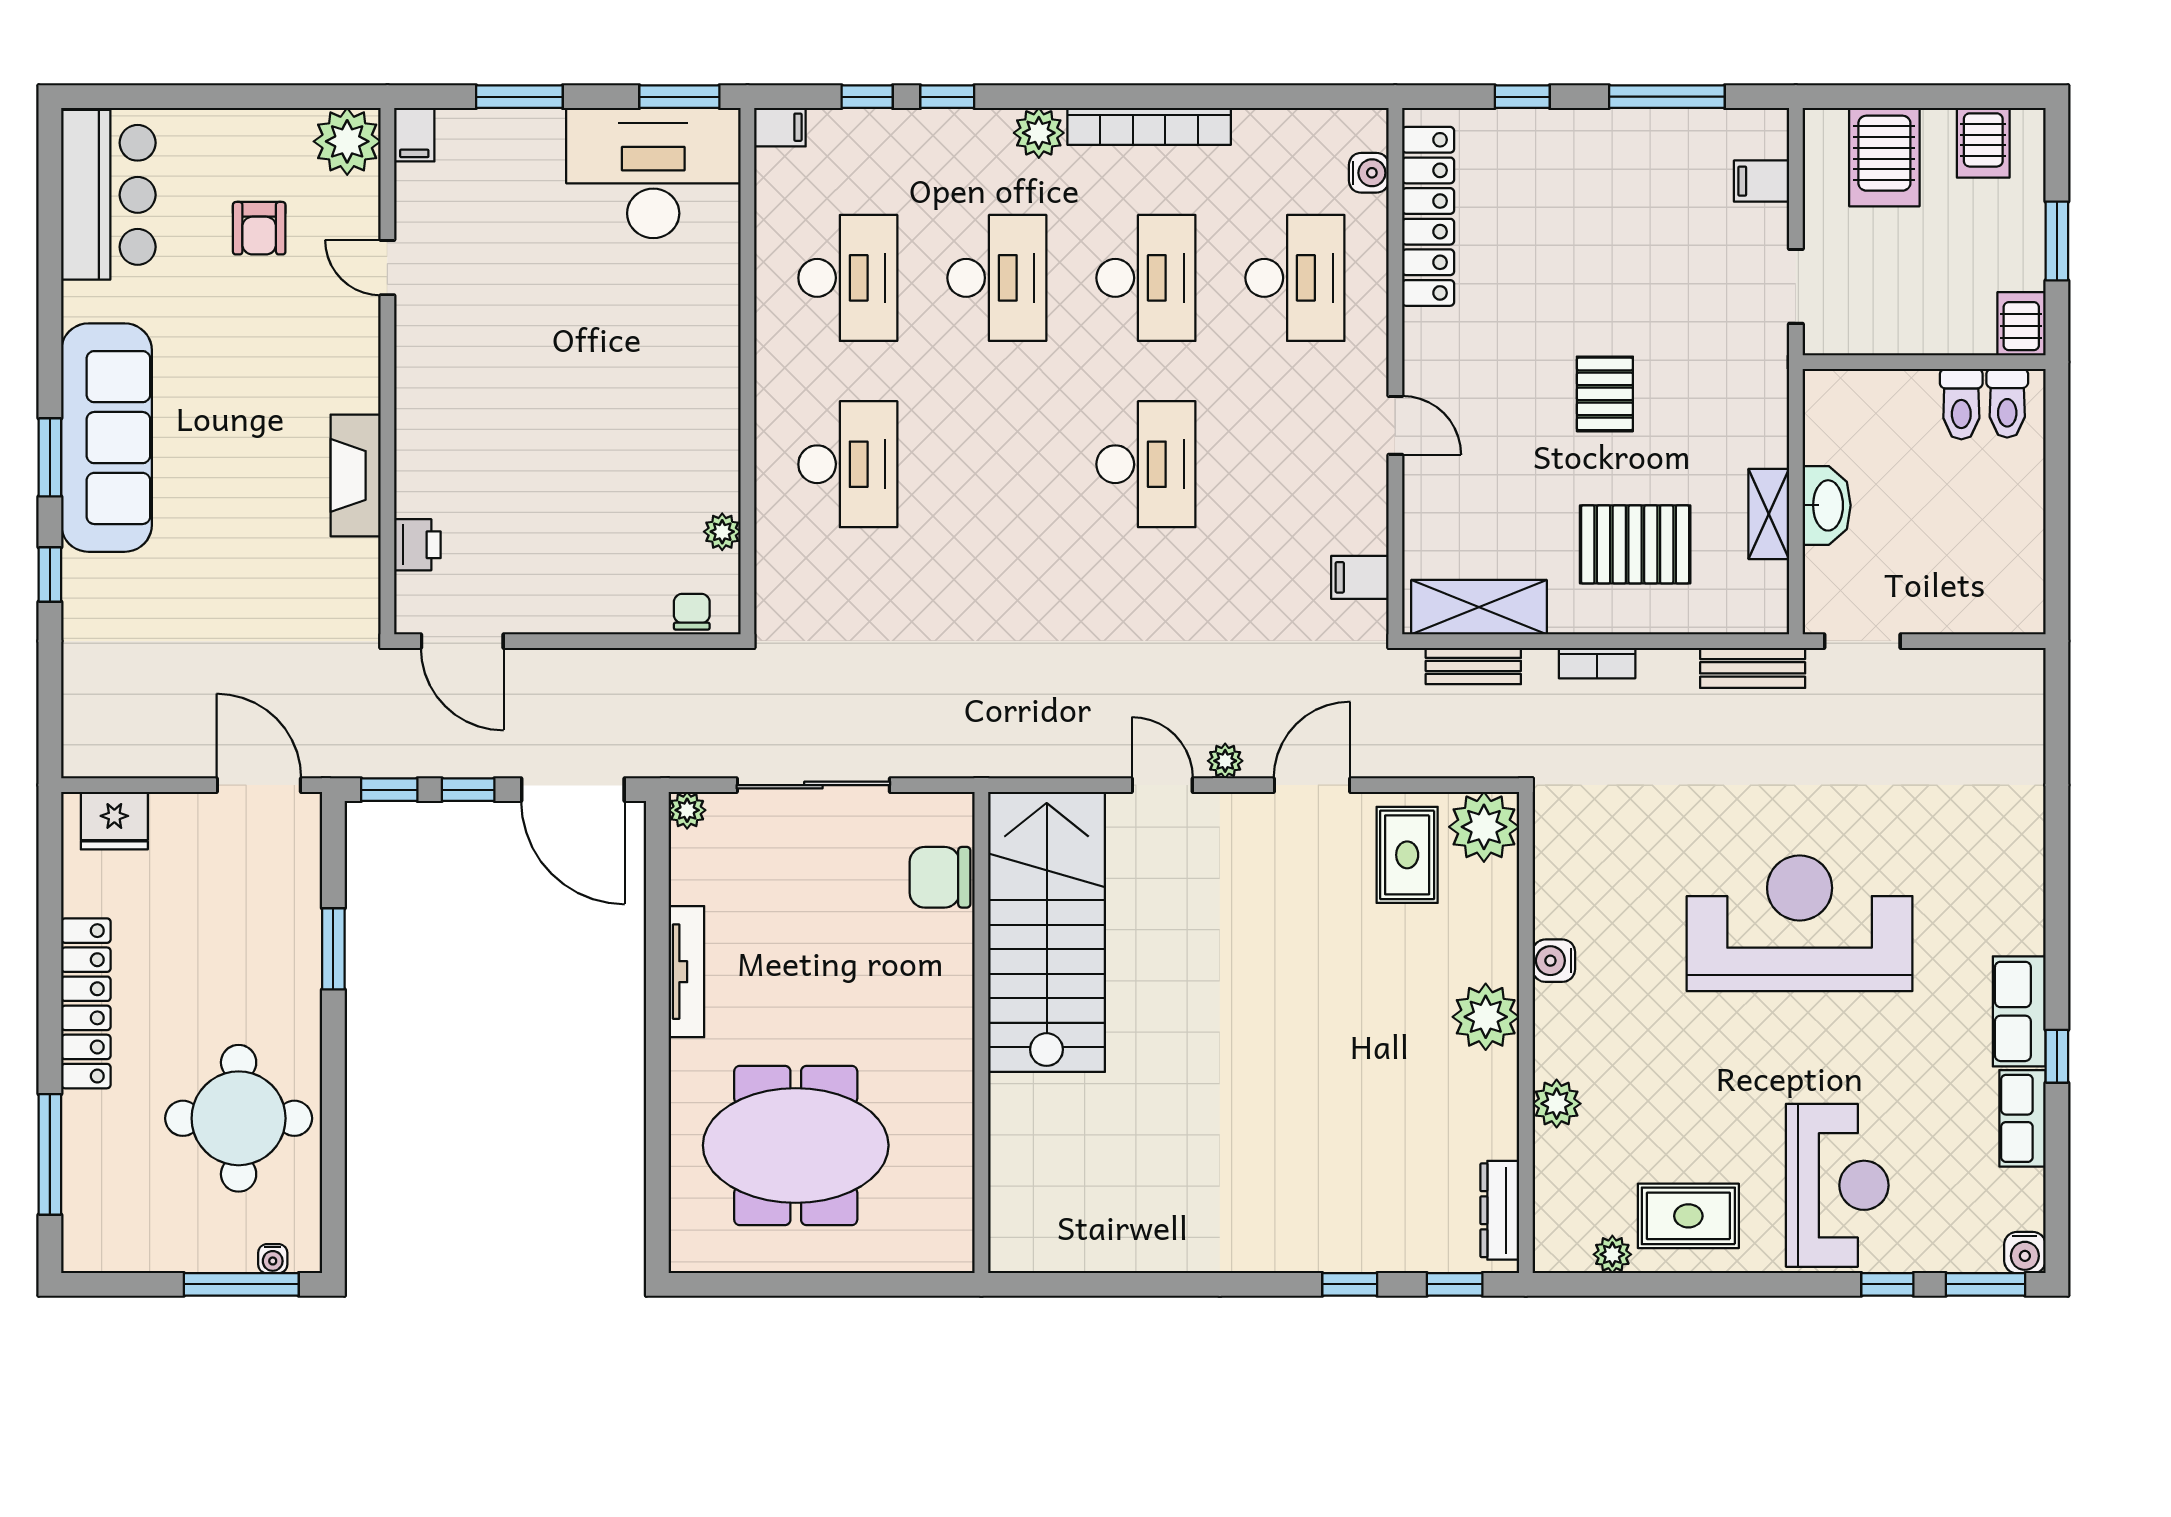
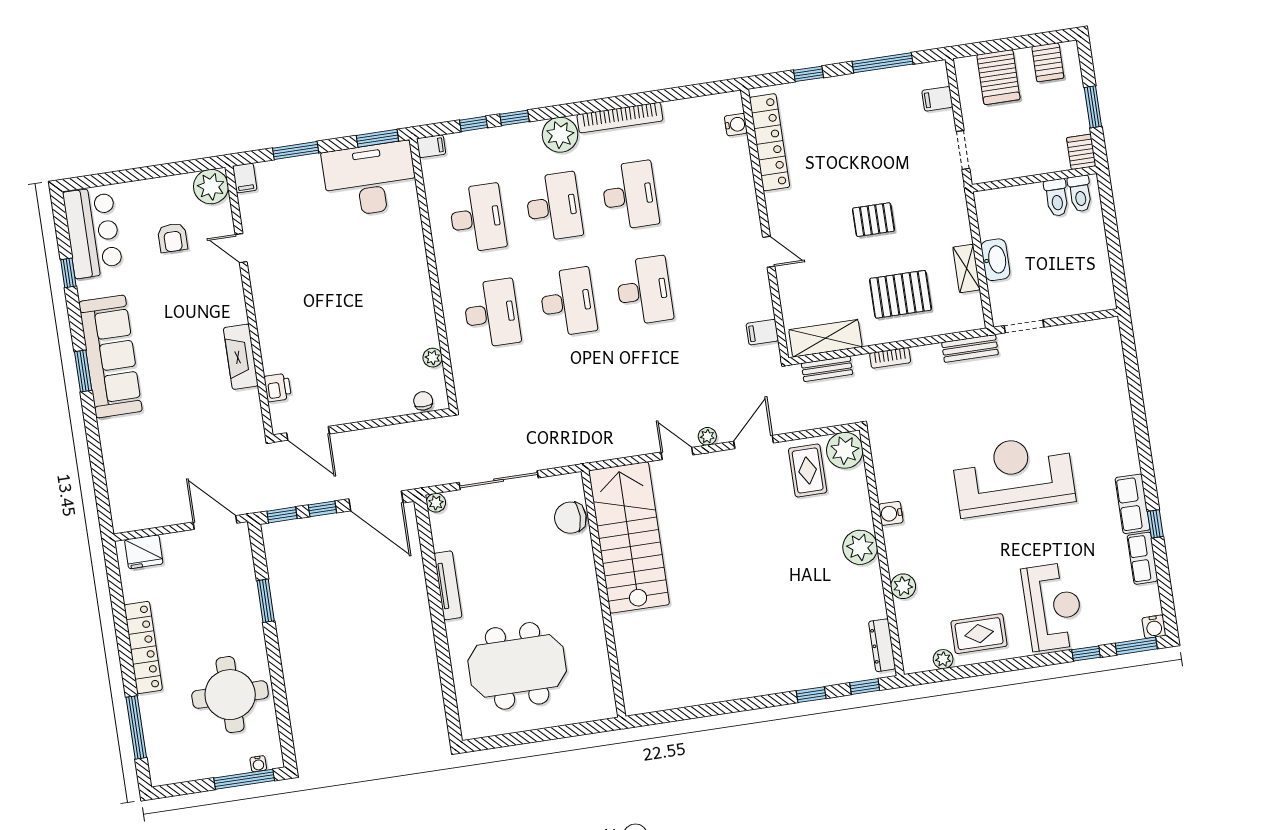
plant: (1039, 133) -> (560, 135), width x1.36, depth x1.36
desk: (1295, 278) -> (568, 302), moved
pallet: (1605, 394) -> (873, 220), turned 90
window: (50, 575) -> (68, 273), moved

